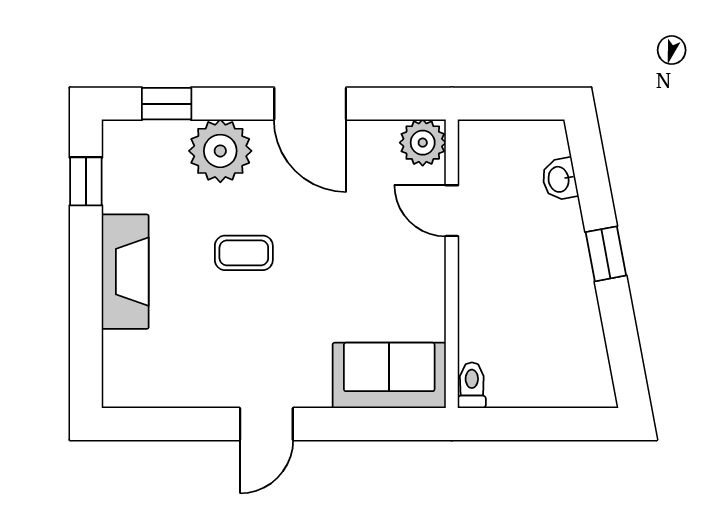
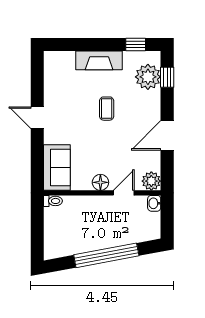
plant: (220, 151) -> (148, 77), moved
washbasin: (559, 179) -> (154, 203), moved, turned -79
window: (606, 254) -> (106, 255), width x3.17
floor lamp: (426, 268) -> (100, 182), added

